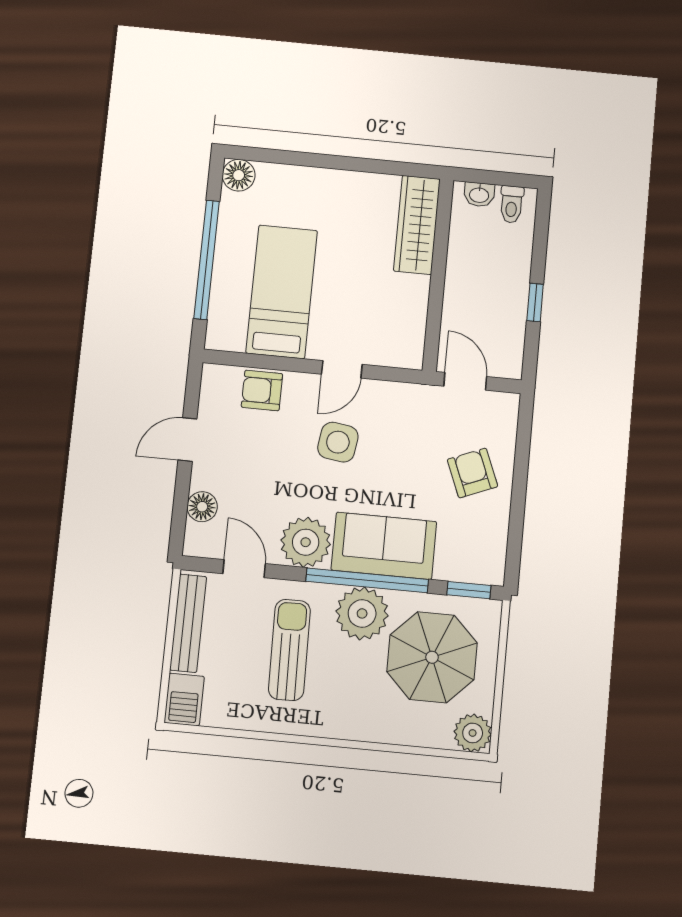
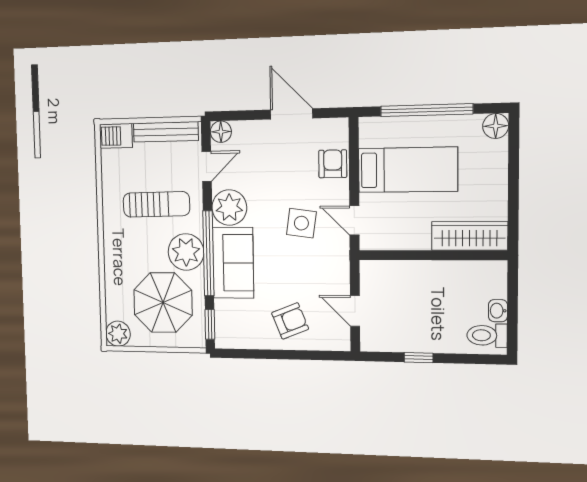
toilet: (512, 204) -> (487, 335), width x1.37, depth x1.39
wardrobe: (417, 225) -> (470, 236), moved
wall: (438, 275) -> (432, 255), moved
door: (465, 381) -> (355, 311), swing flipped
door: (187, 440) -> (292, 114), width x1.38
floor lamp: (202, 507) -> (221, 132), moved

